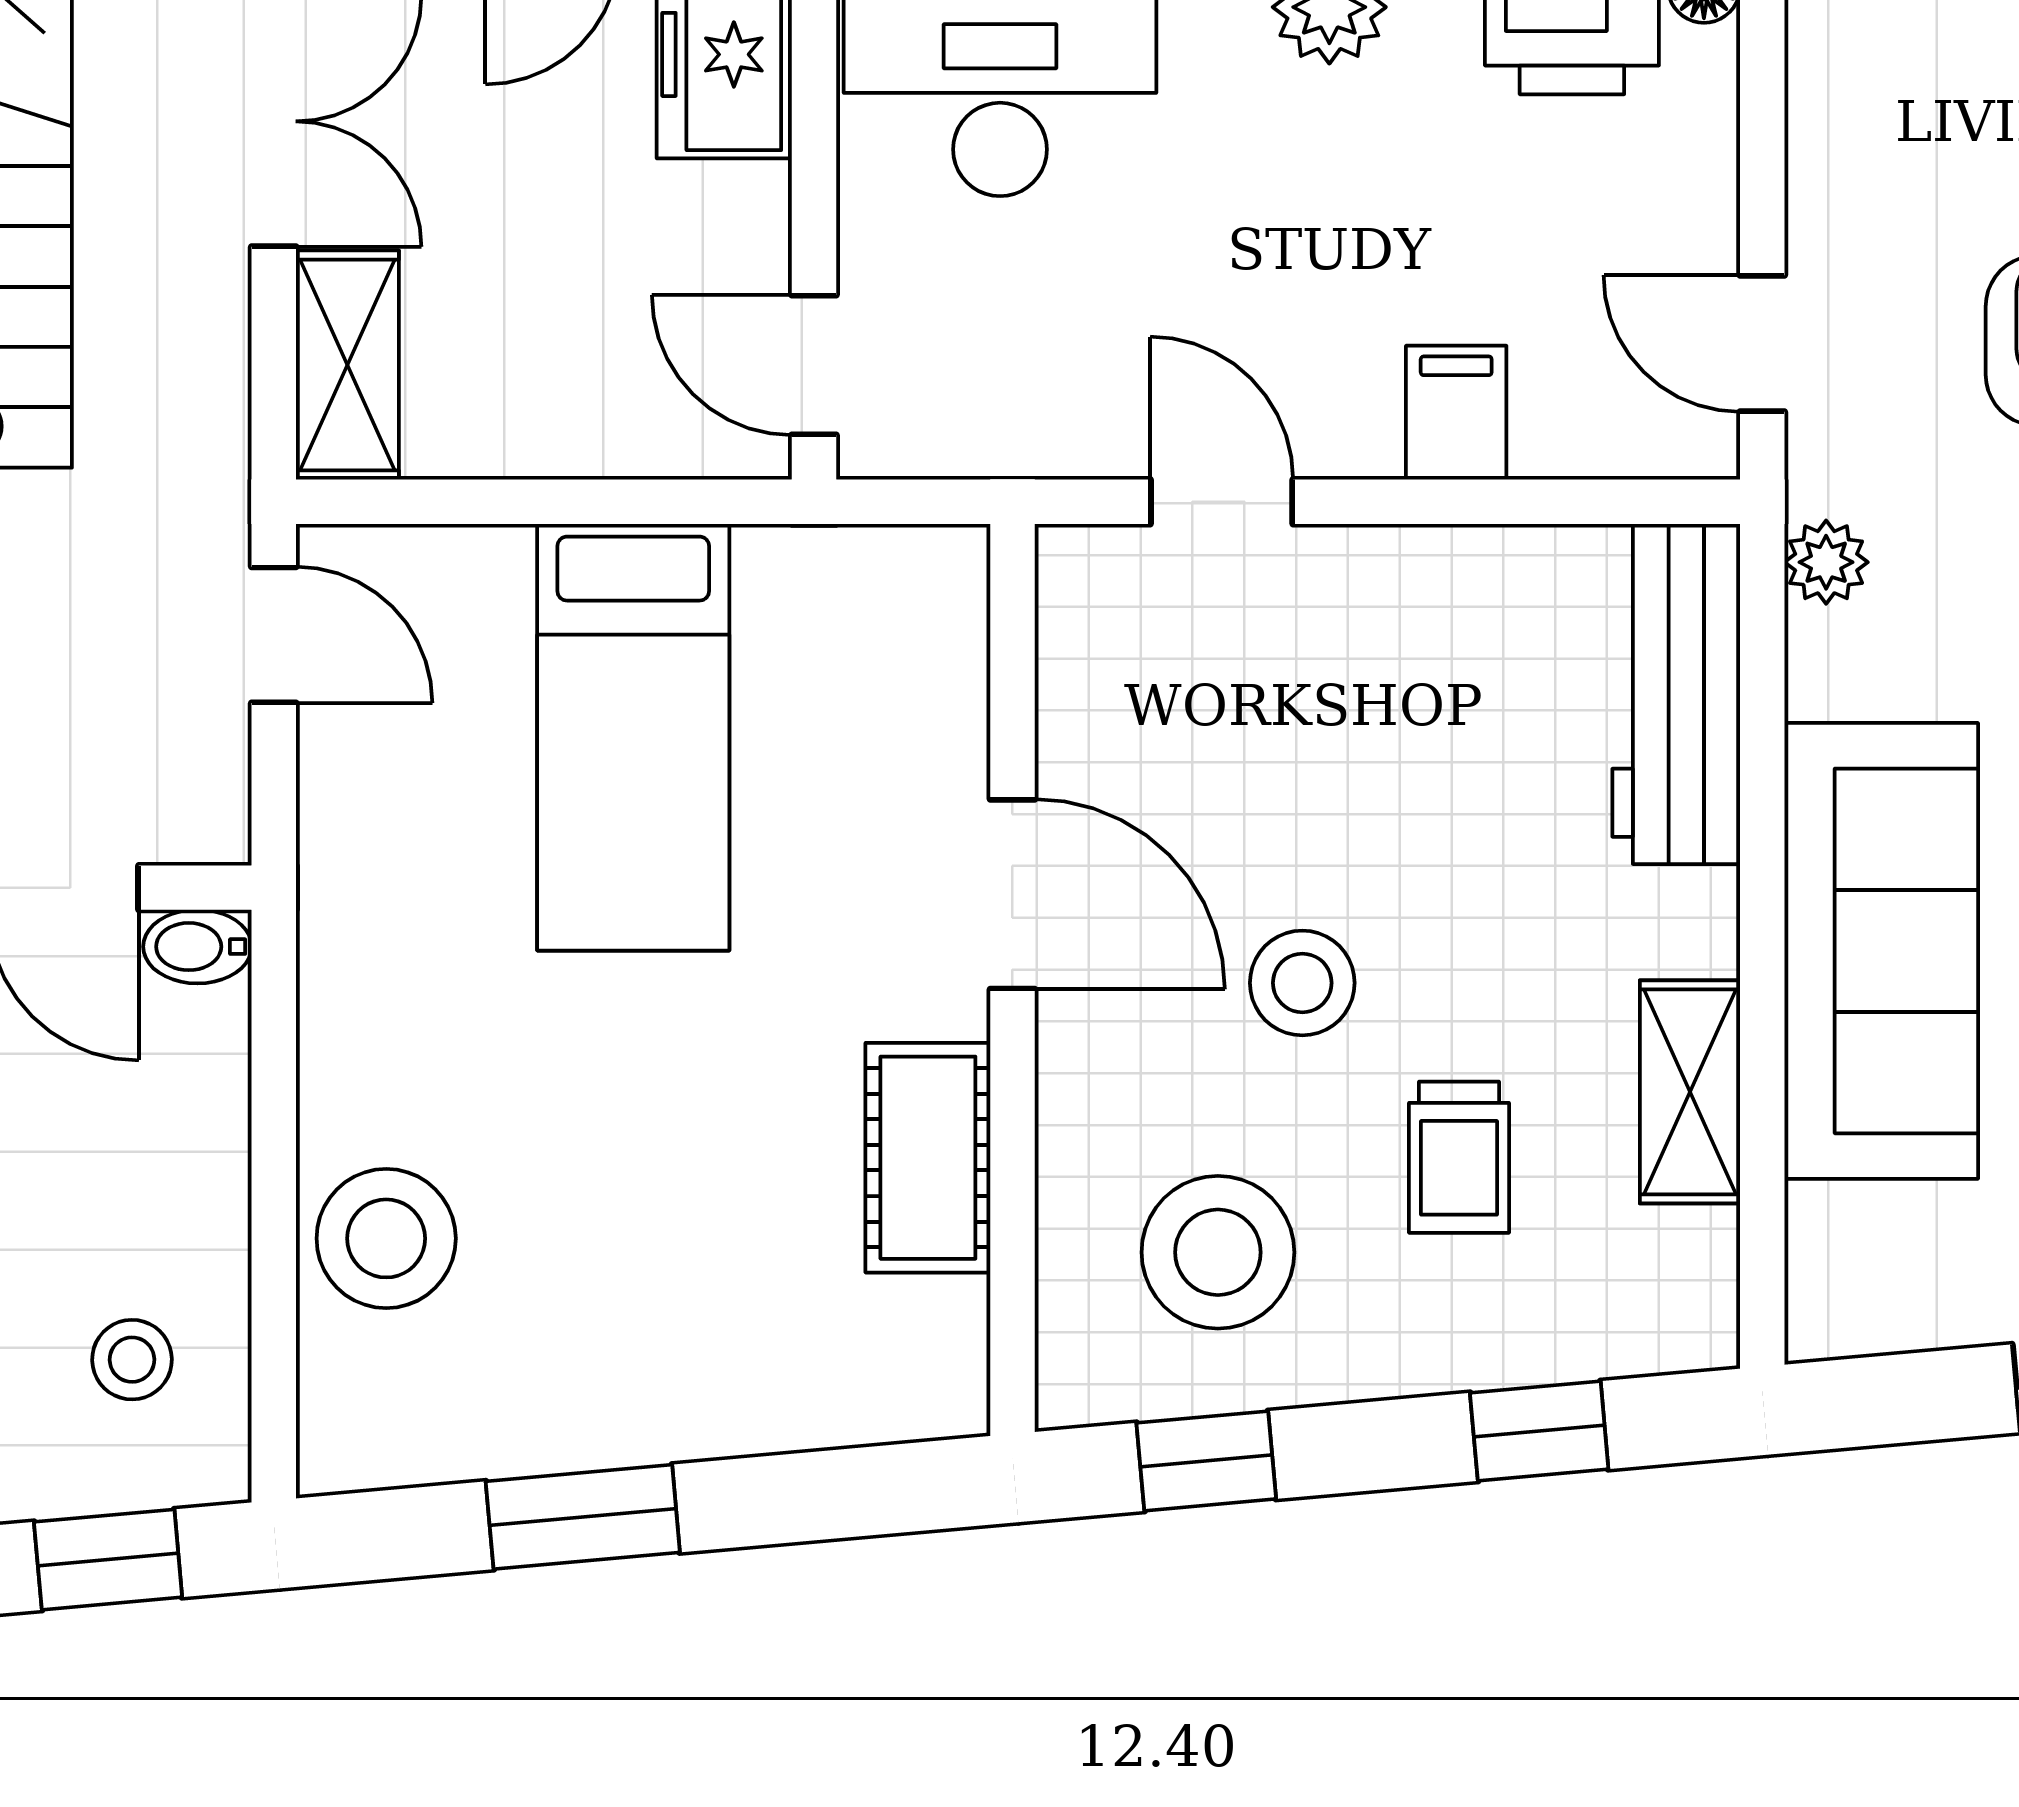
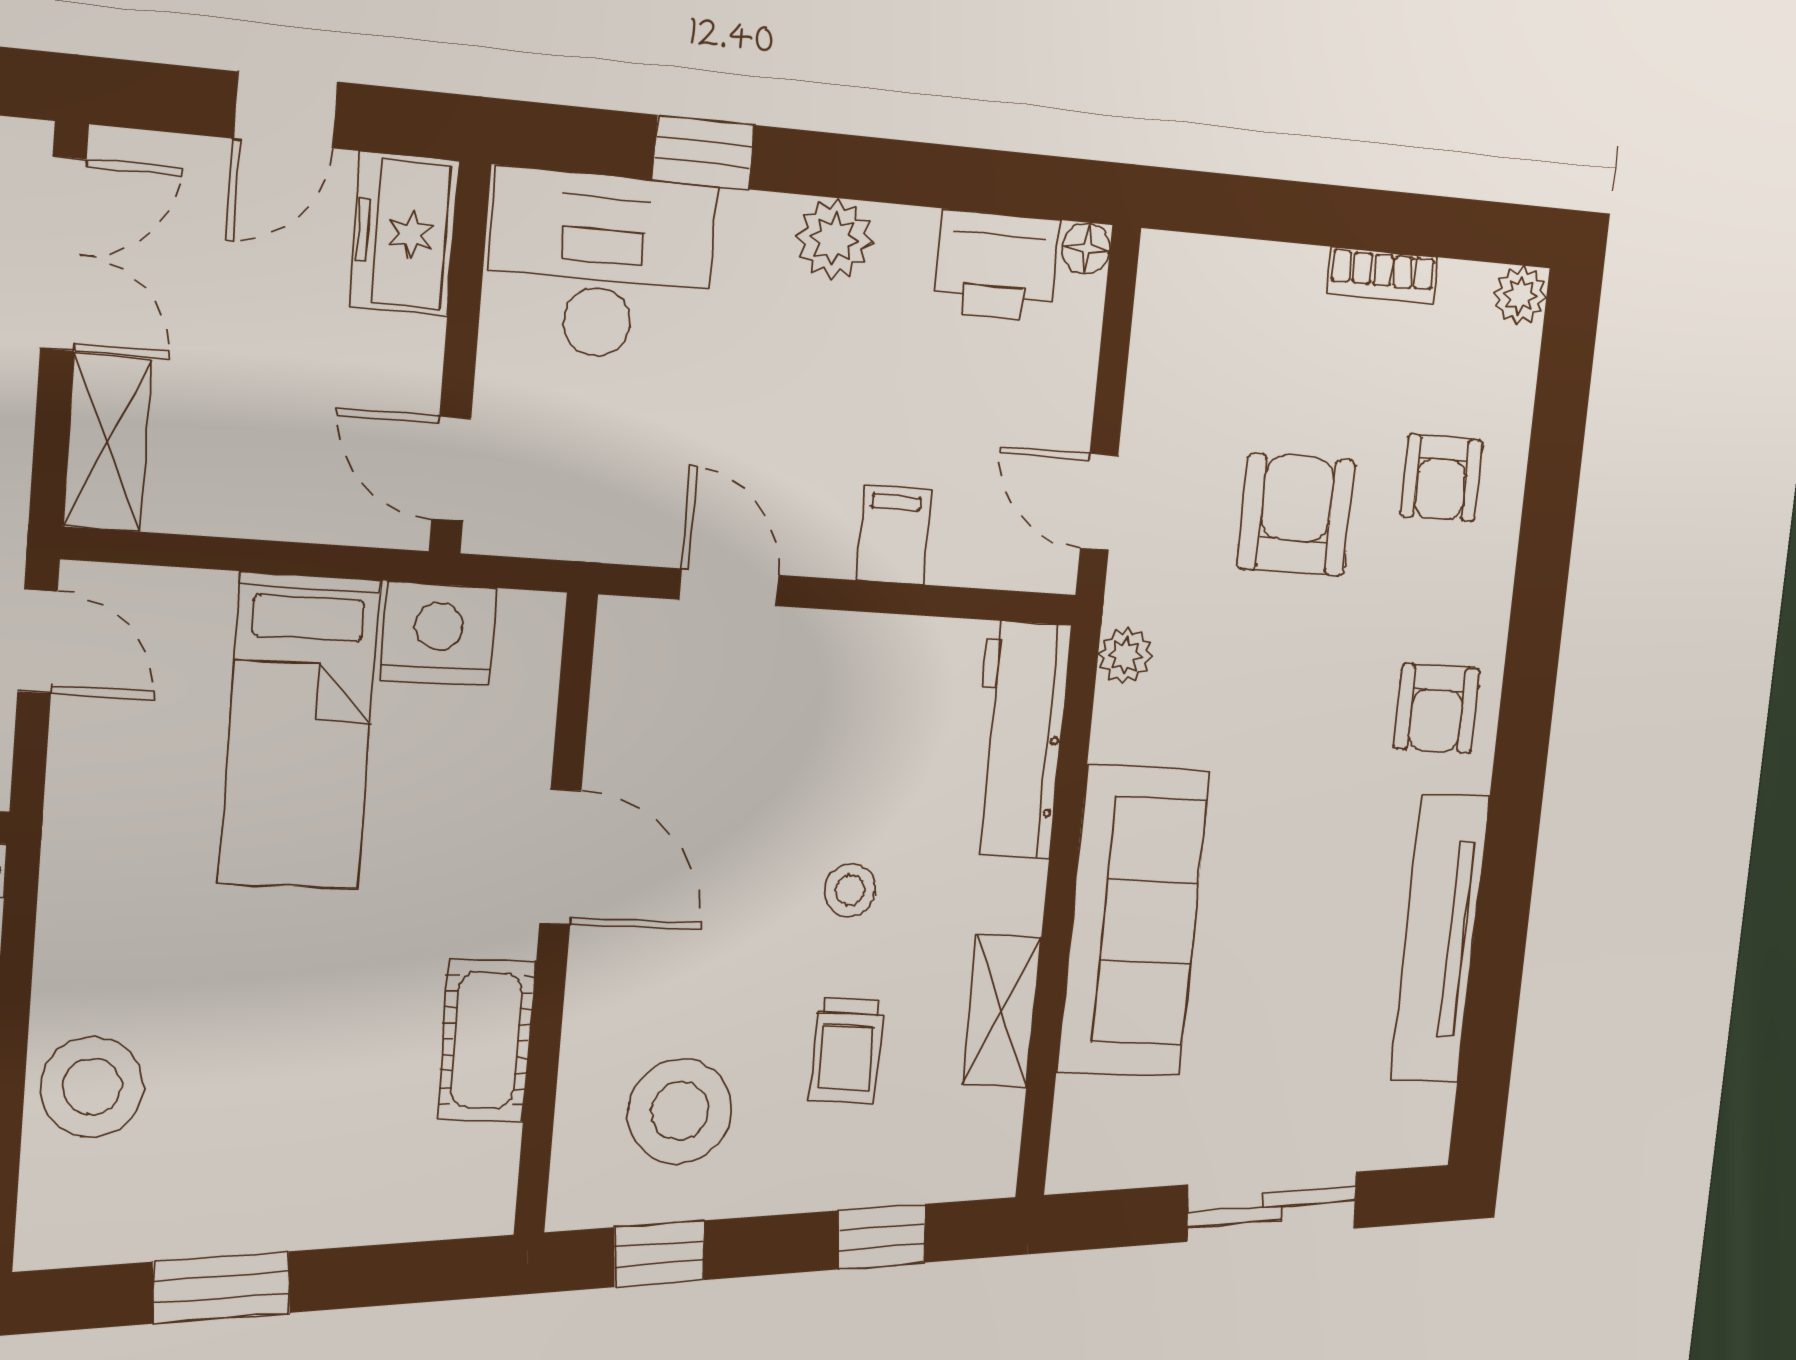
nightstand: (814, 592) -> (438, 634), added
stool: (1302, 983) -> (850, 890), moved, width x0.73, depth x0.73

